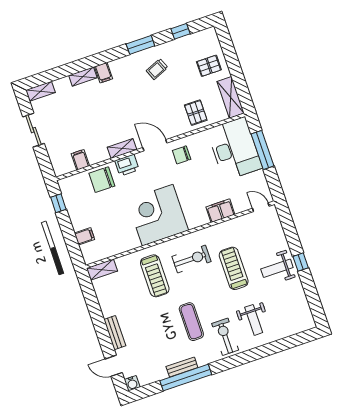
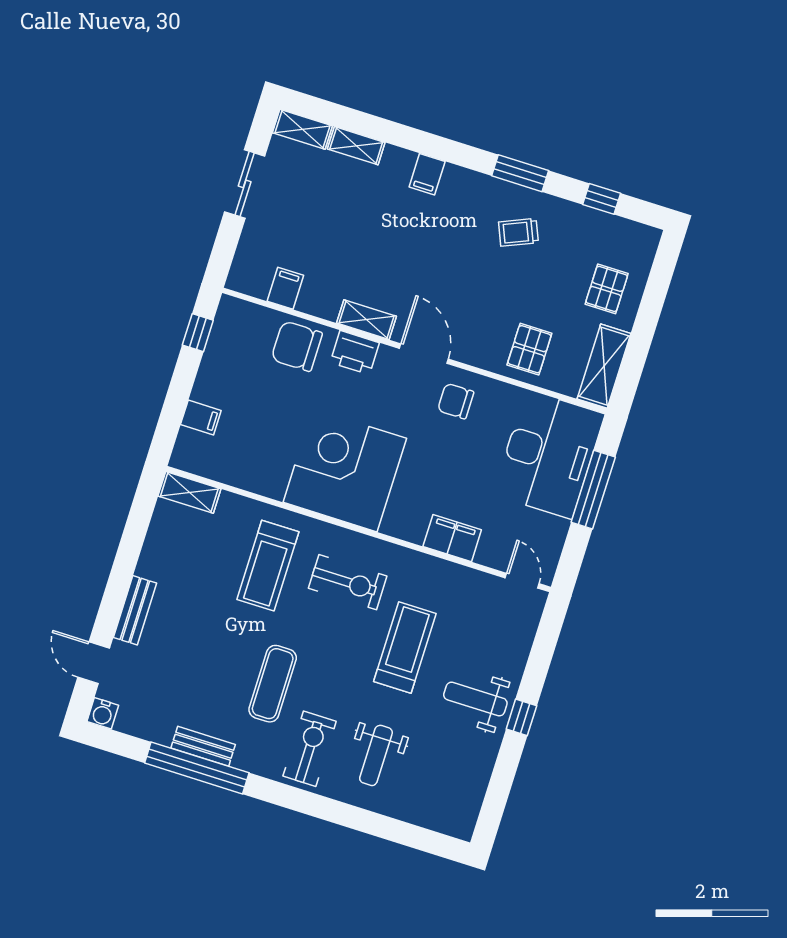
pallet: (209, 66) -> (607, 289), turned 90
shelving: (83, 77) -> (356, 146), moved

